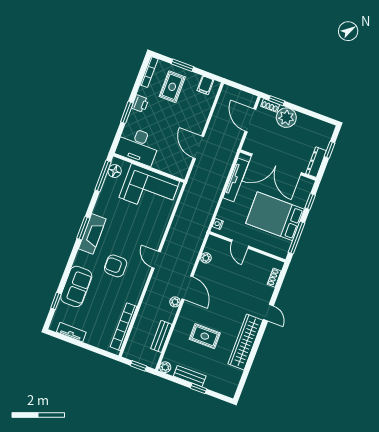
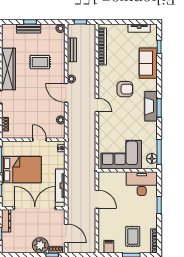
printer: (140, 104) -> (152, 215), removed
bench: (190, 376) -> (29, 29), moved

